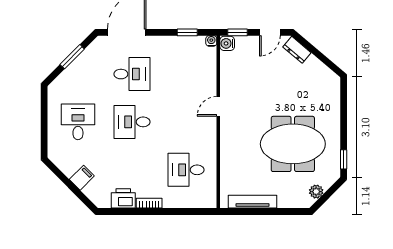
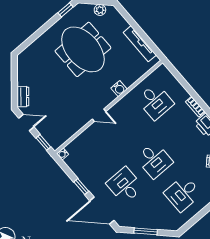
window: (187, 32) -> (81, 187), moved
water cooler: (227, 43) -> (119, 89), moved

